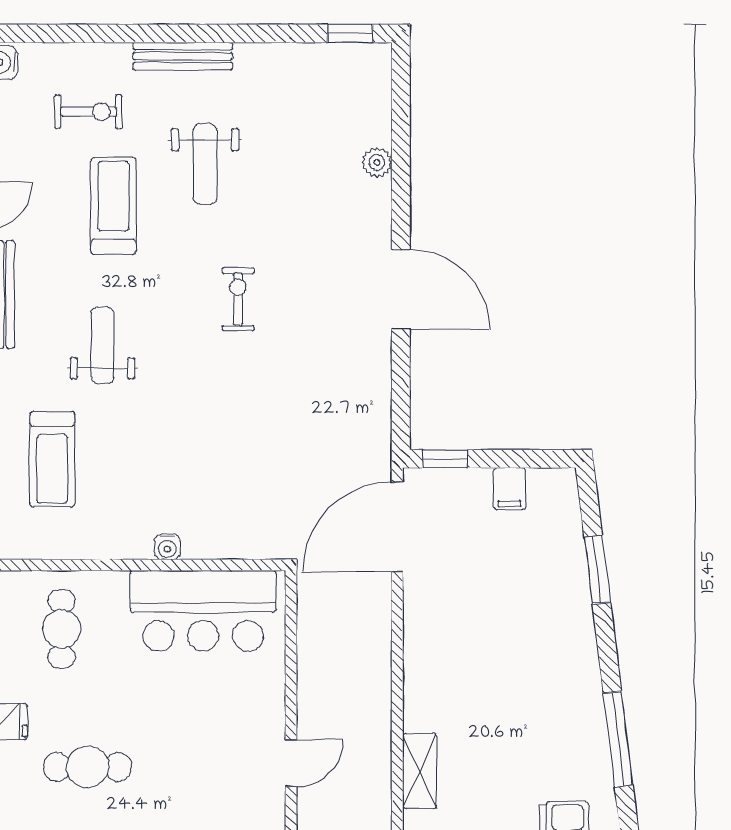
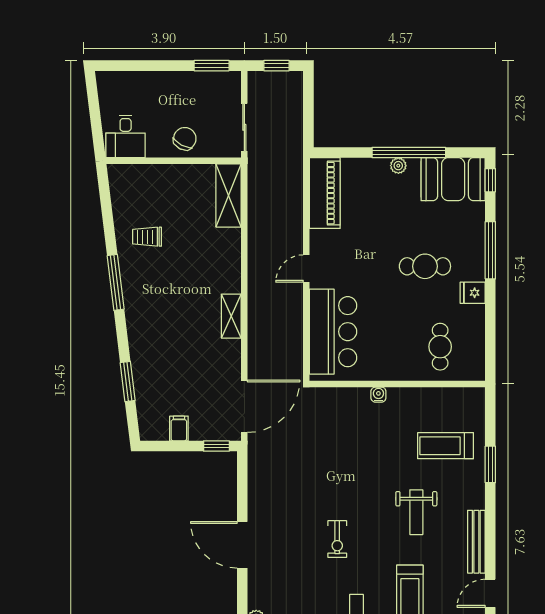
treadmill: (52, 459) -> (445, 446), turned -90
bar counter: (203, 611) -> (333, 332), moved, turned 90
shelving: (420, 771) -> (231, 316), moved

